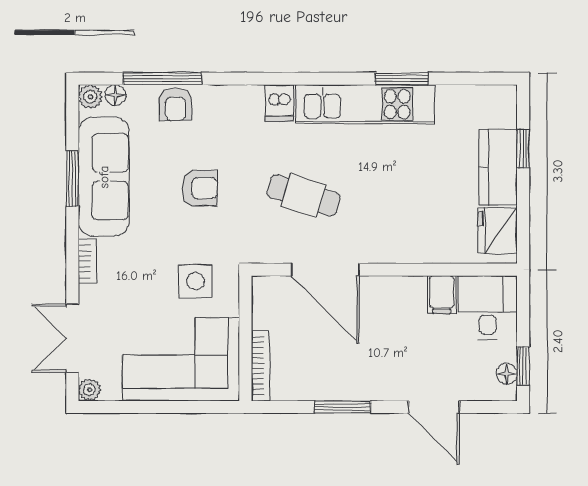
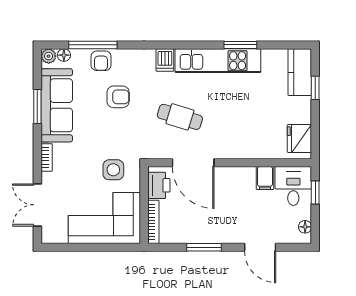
kitchen counter: (498, 167) -> (300, 72), moved
armchair: (200, 188) -> (118, 97), moved
printer: (269, 306) -> (159, 185), added
window: (523, 366) -> (315, 192), moved
plant: (90, 390) -> (48, 237), removed

